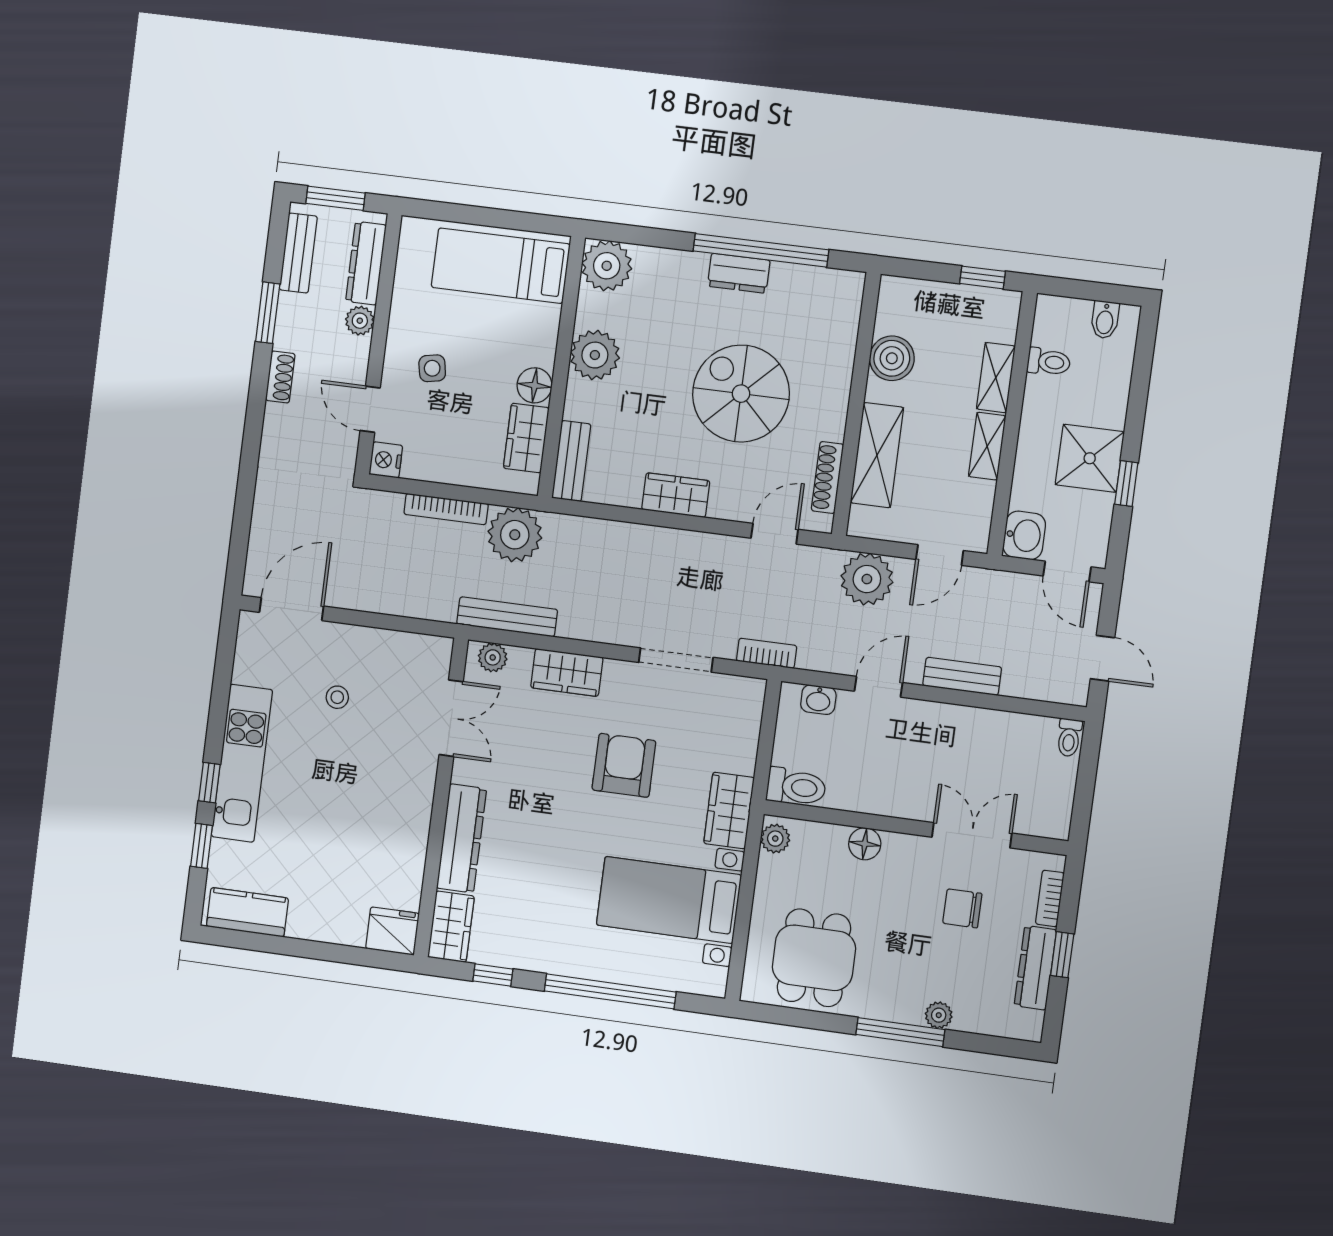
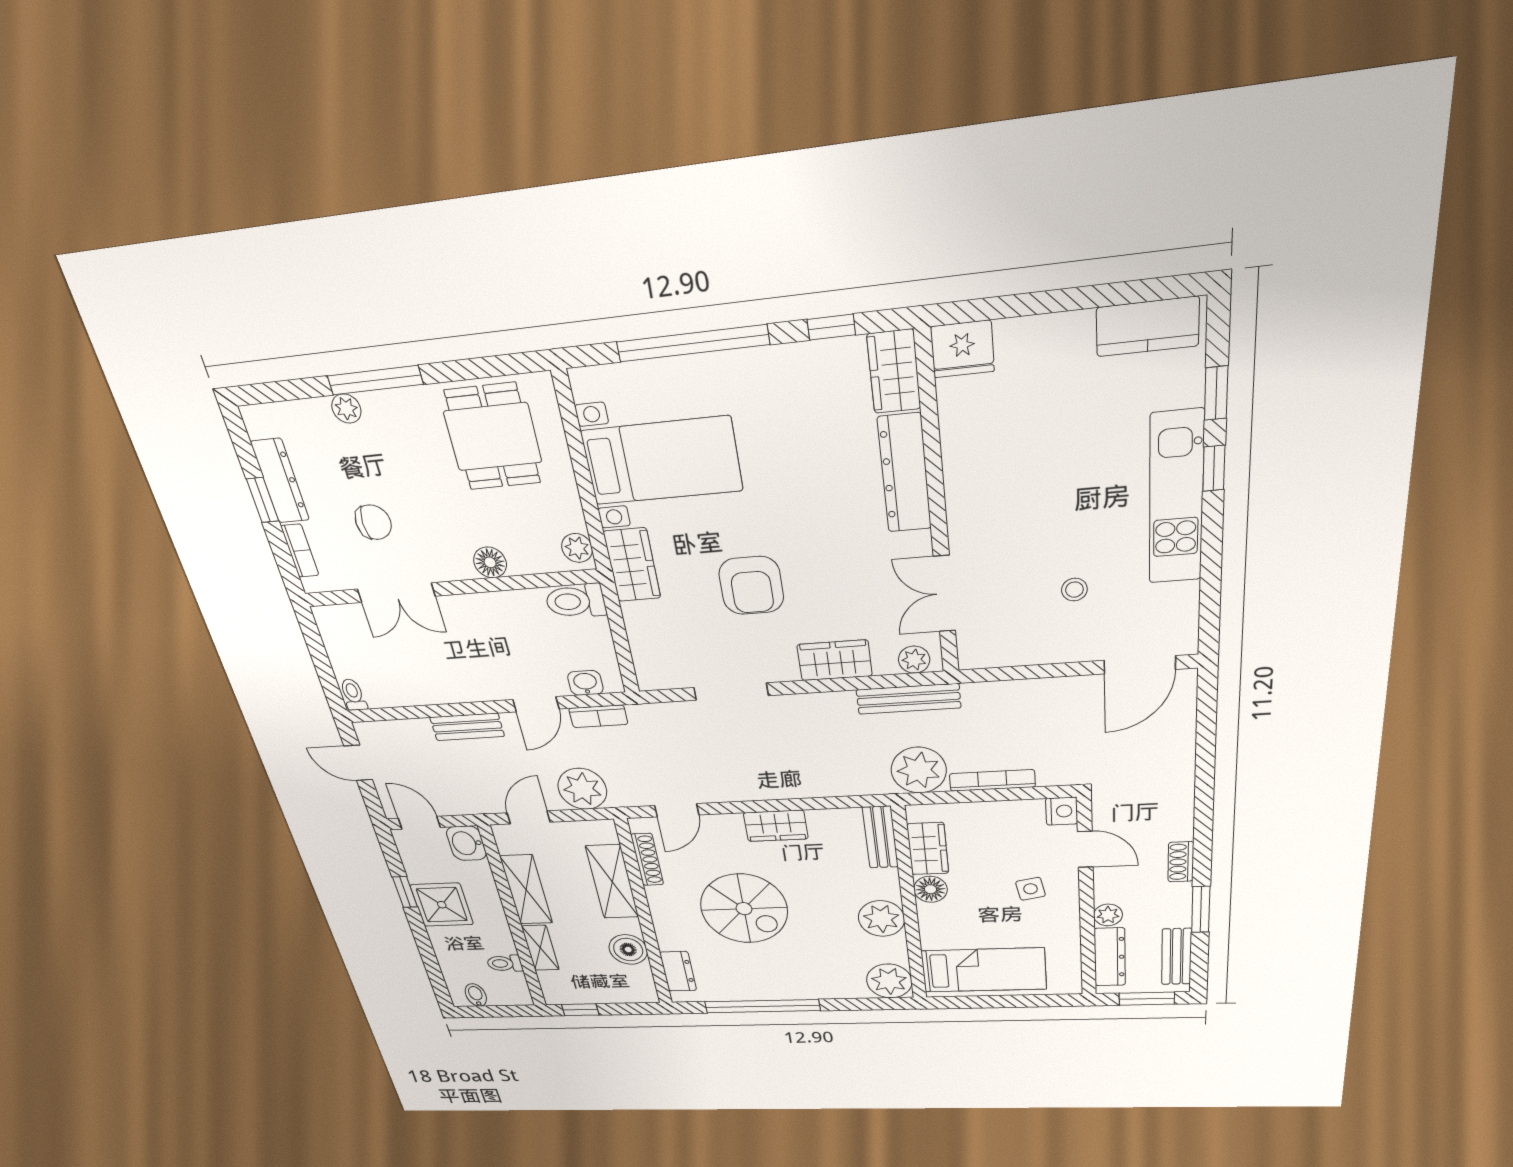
dresser: (739, 273) -> (678, 971), moved, turned 90
shelving: (987, 446) -> (526, 890), width x1.50, depth x1.33
bookcase: (767, 653) -> (598, 716), moved

